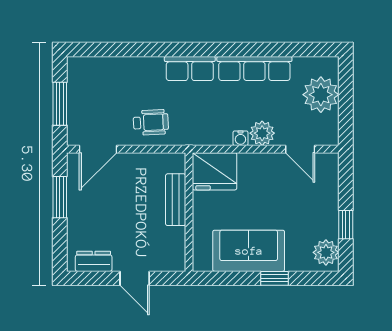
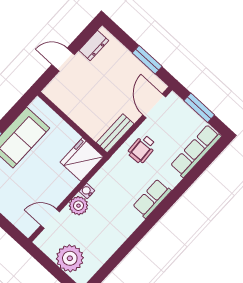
row of seats: (254, 69) -> (196, 151), moved
bench: (176, 200) -> (115, 133), moved, turned 90

